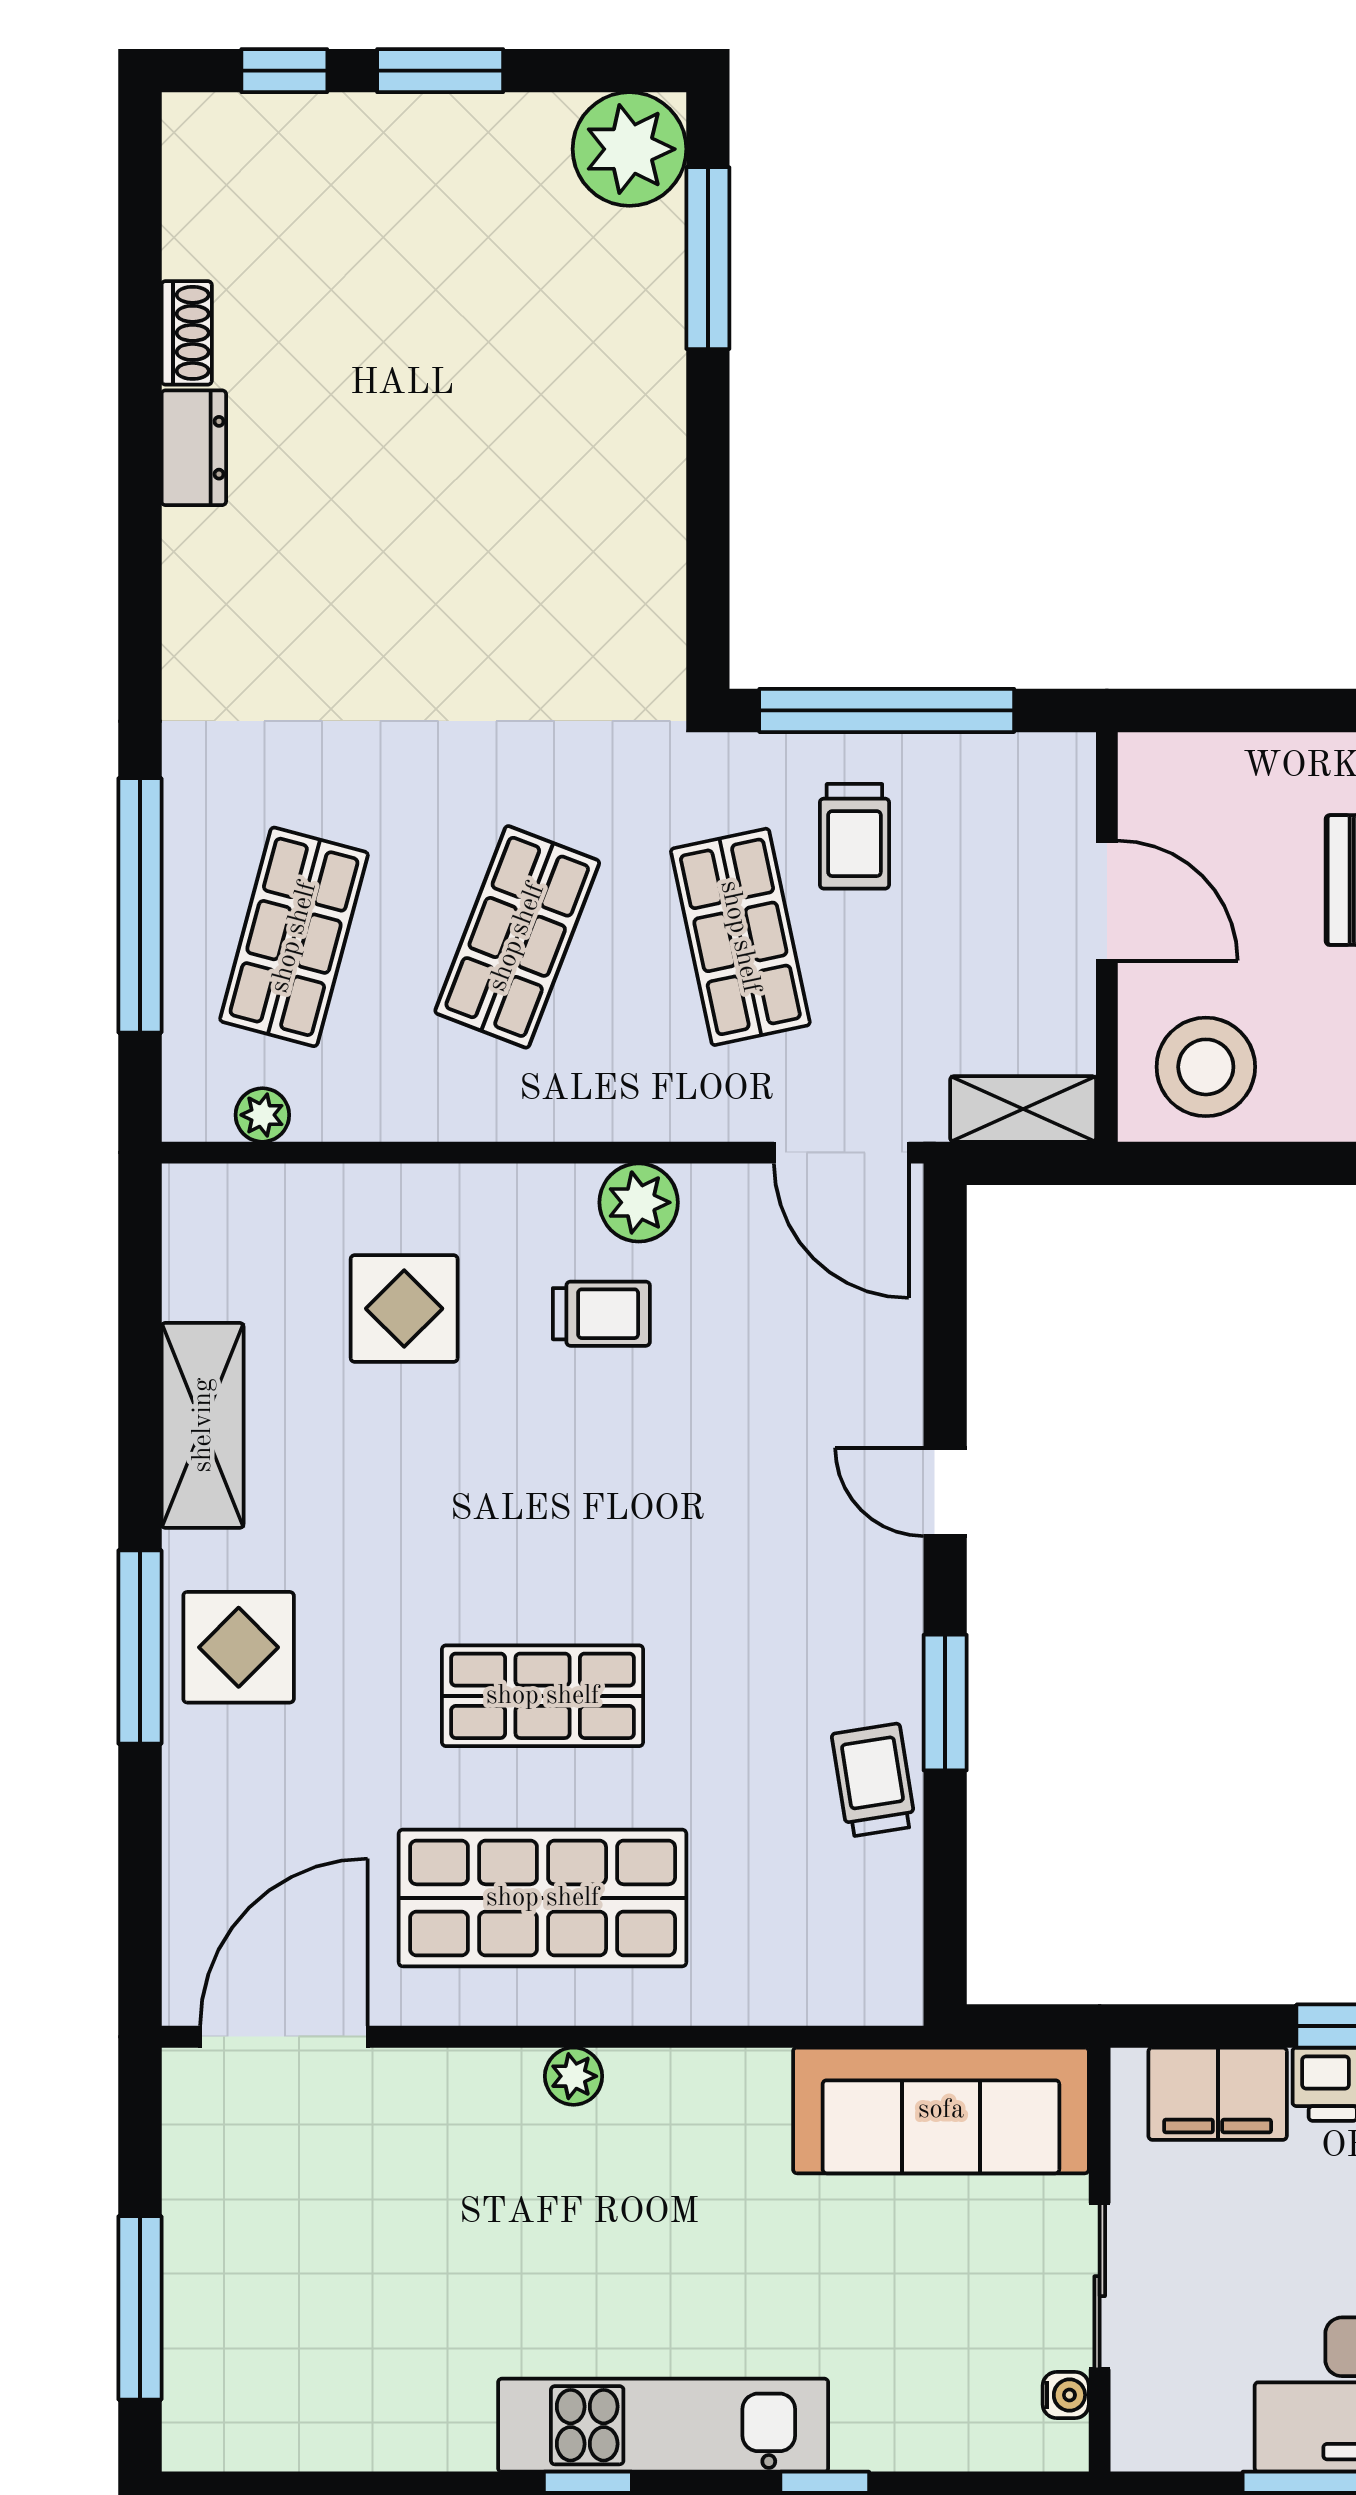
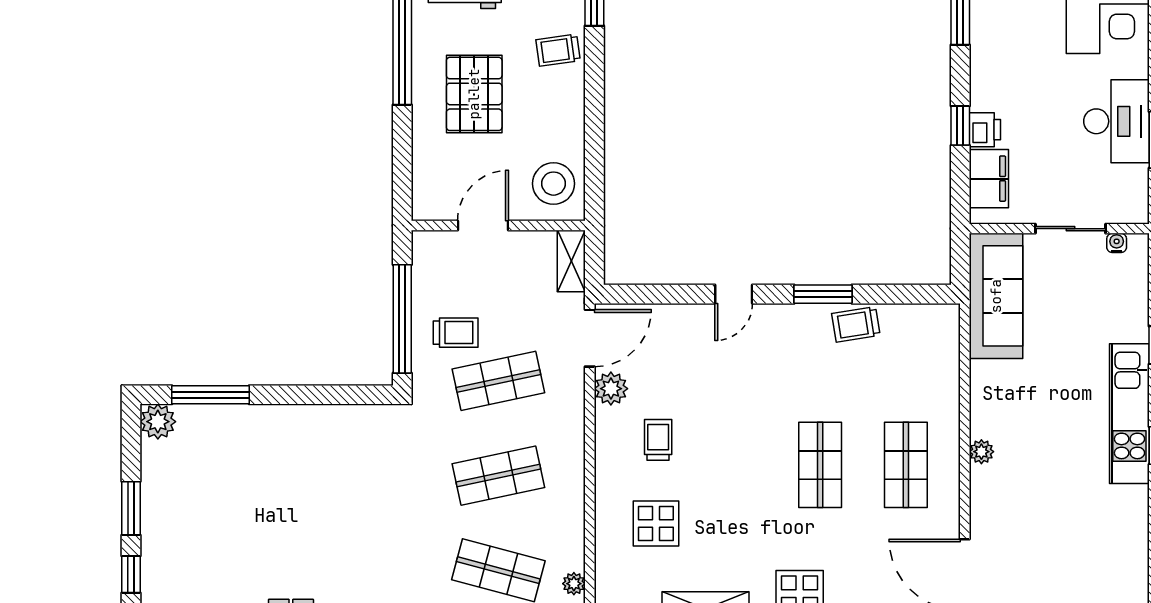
plant: (629, 149) -> (158, 422), width x0.73, depth x0.73
shop shelf: (517, 937) -> (498, 476), turned -33
plant: (639, 1202) -> (611, 389), moved
shop shelf: (543, 1898) -> (906, 465), width x0.70, depth x0.74

